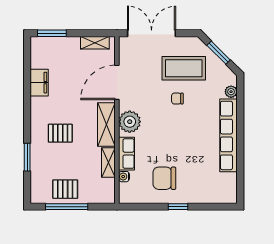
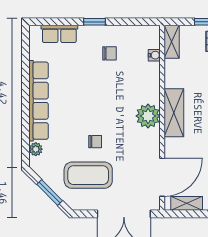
door: (117, 82) -> (162, 177), moved
row of seats: (127, 154) -> (59, 34), moved, turned -90
shelving: (108, 162) -> (172, 42), moved
chair: (164, 178) -> (110, 53), width x0.54, depth x0.54

